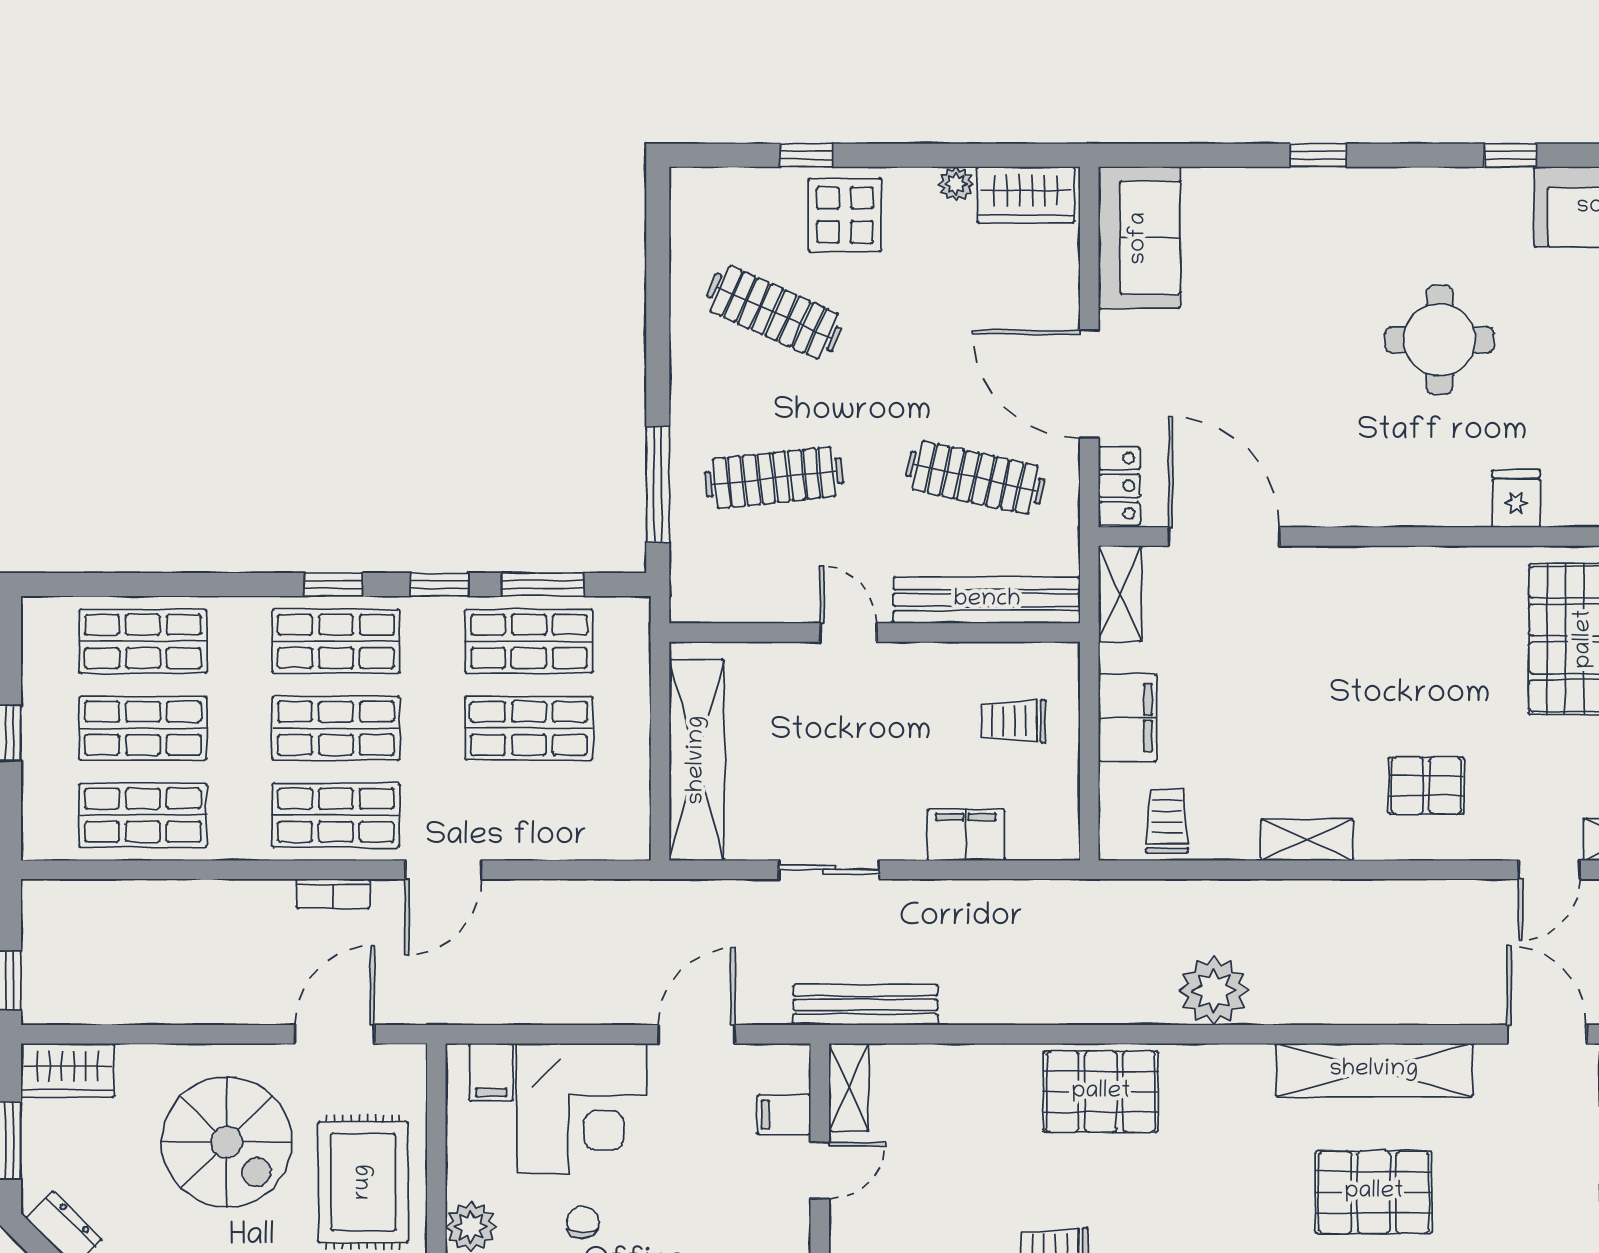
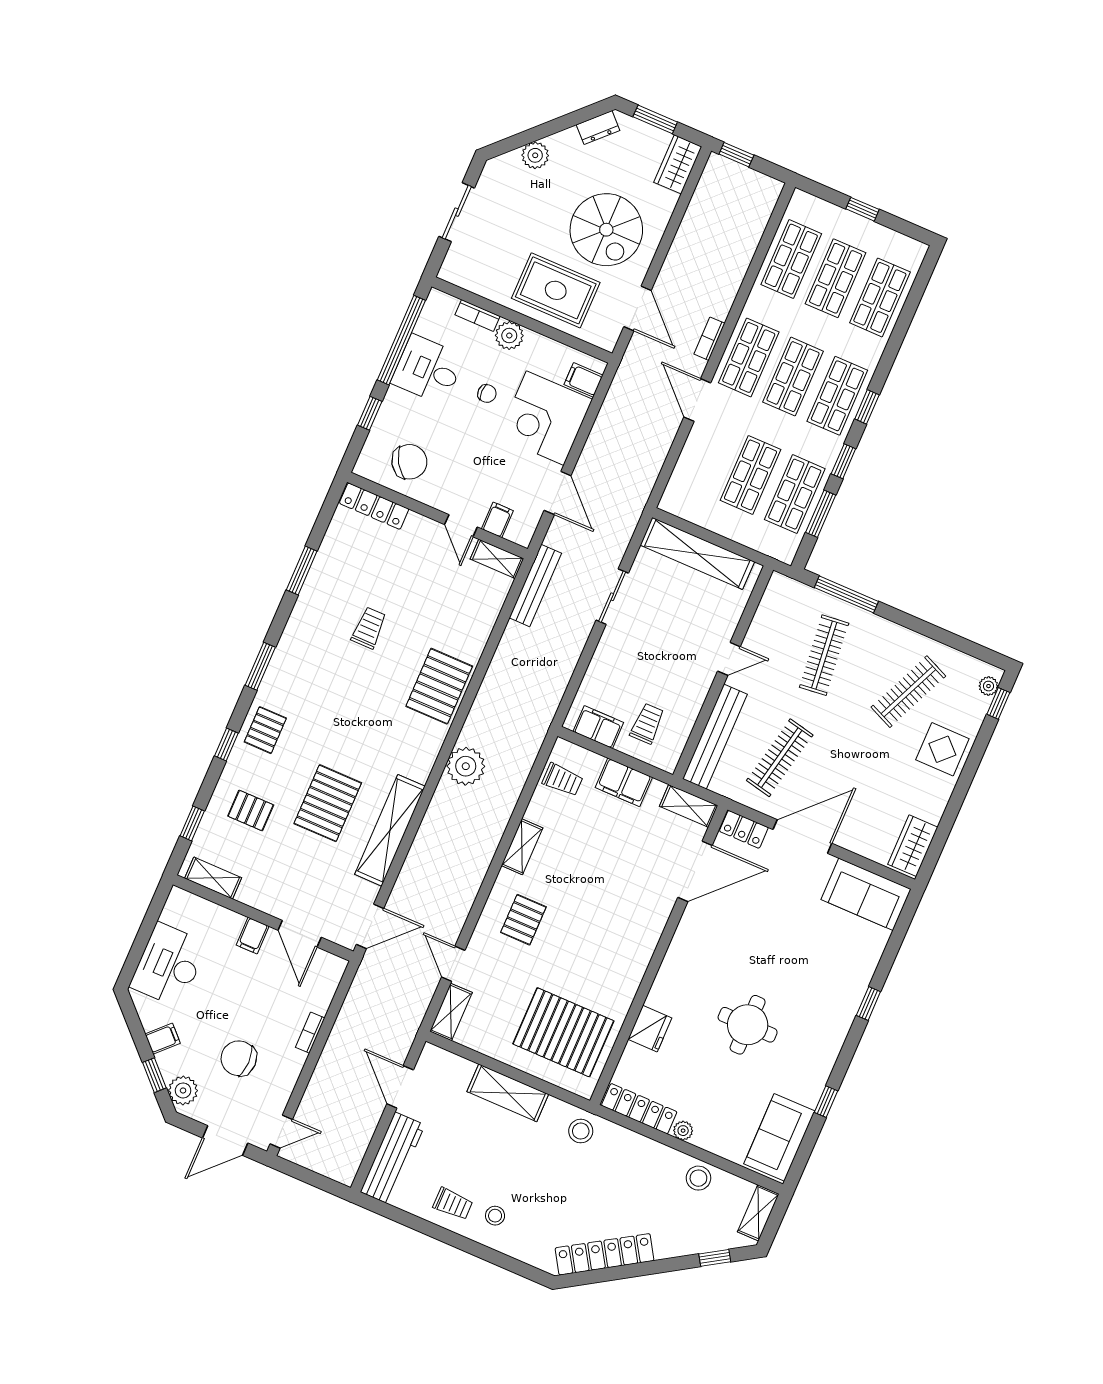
window: (806, 155) -> (998, 703), moved
plant: (956, 184) -> (988, 686), moved
fridge: (1516, 499) -> (650, 1029), width x1.38
filing cabinet: (966, 835) -> (598, 727), moved, turned -90
spiral stairs: (227, 1142) -> (606, 230), turned -90

